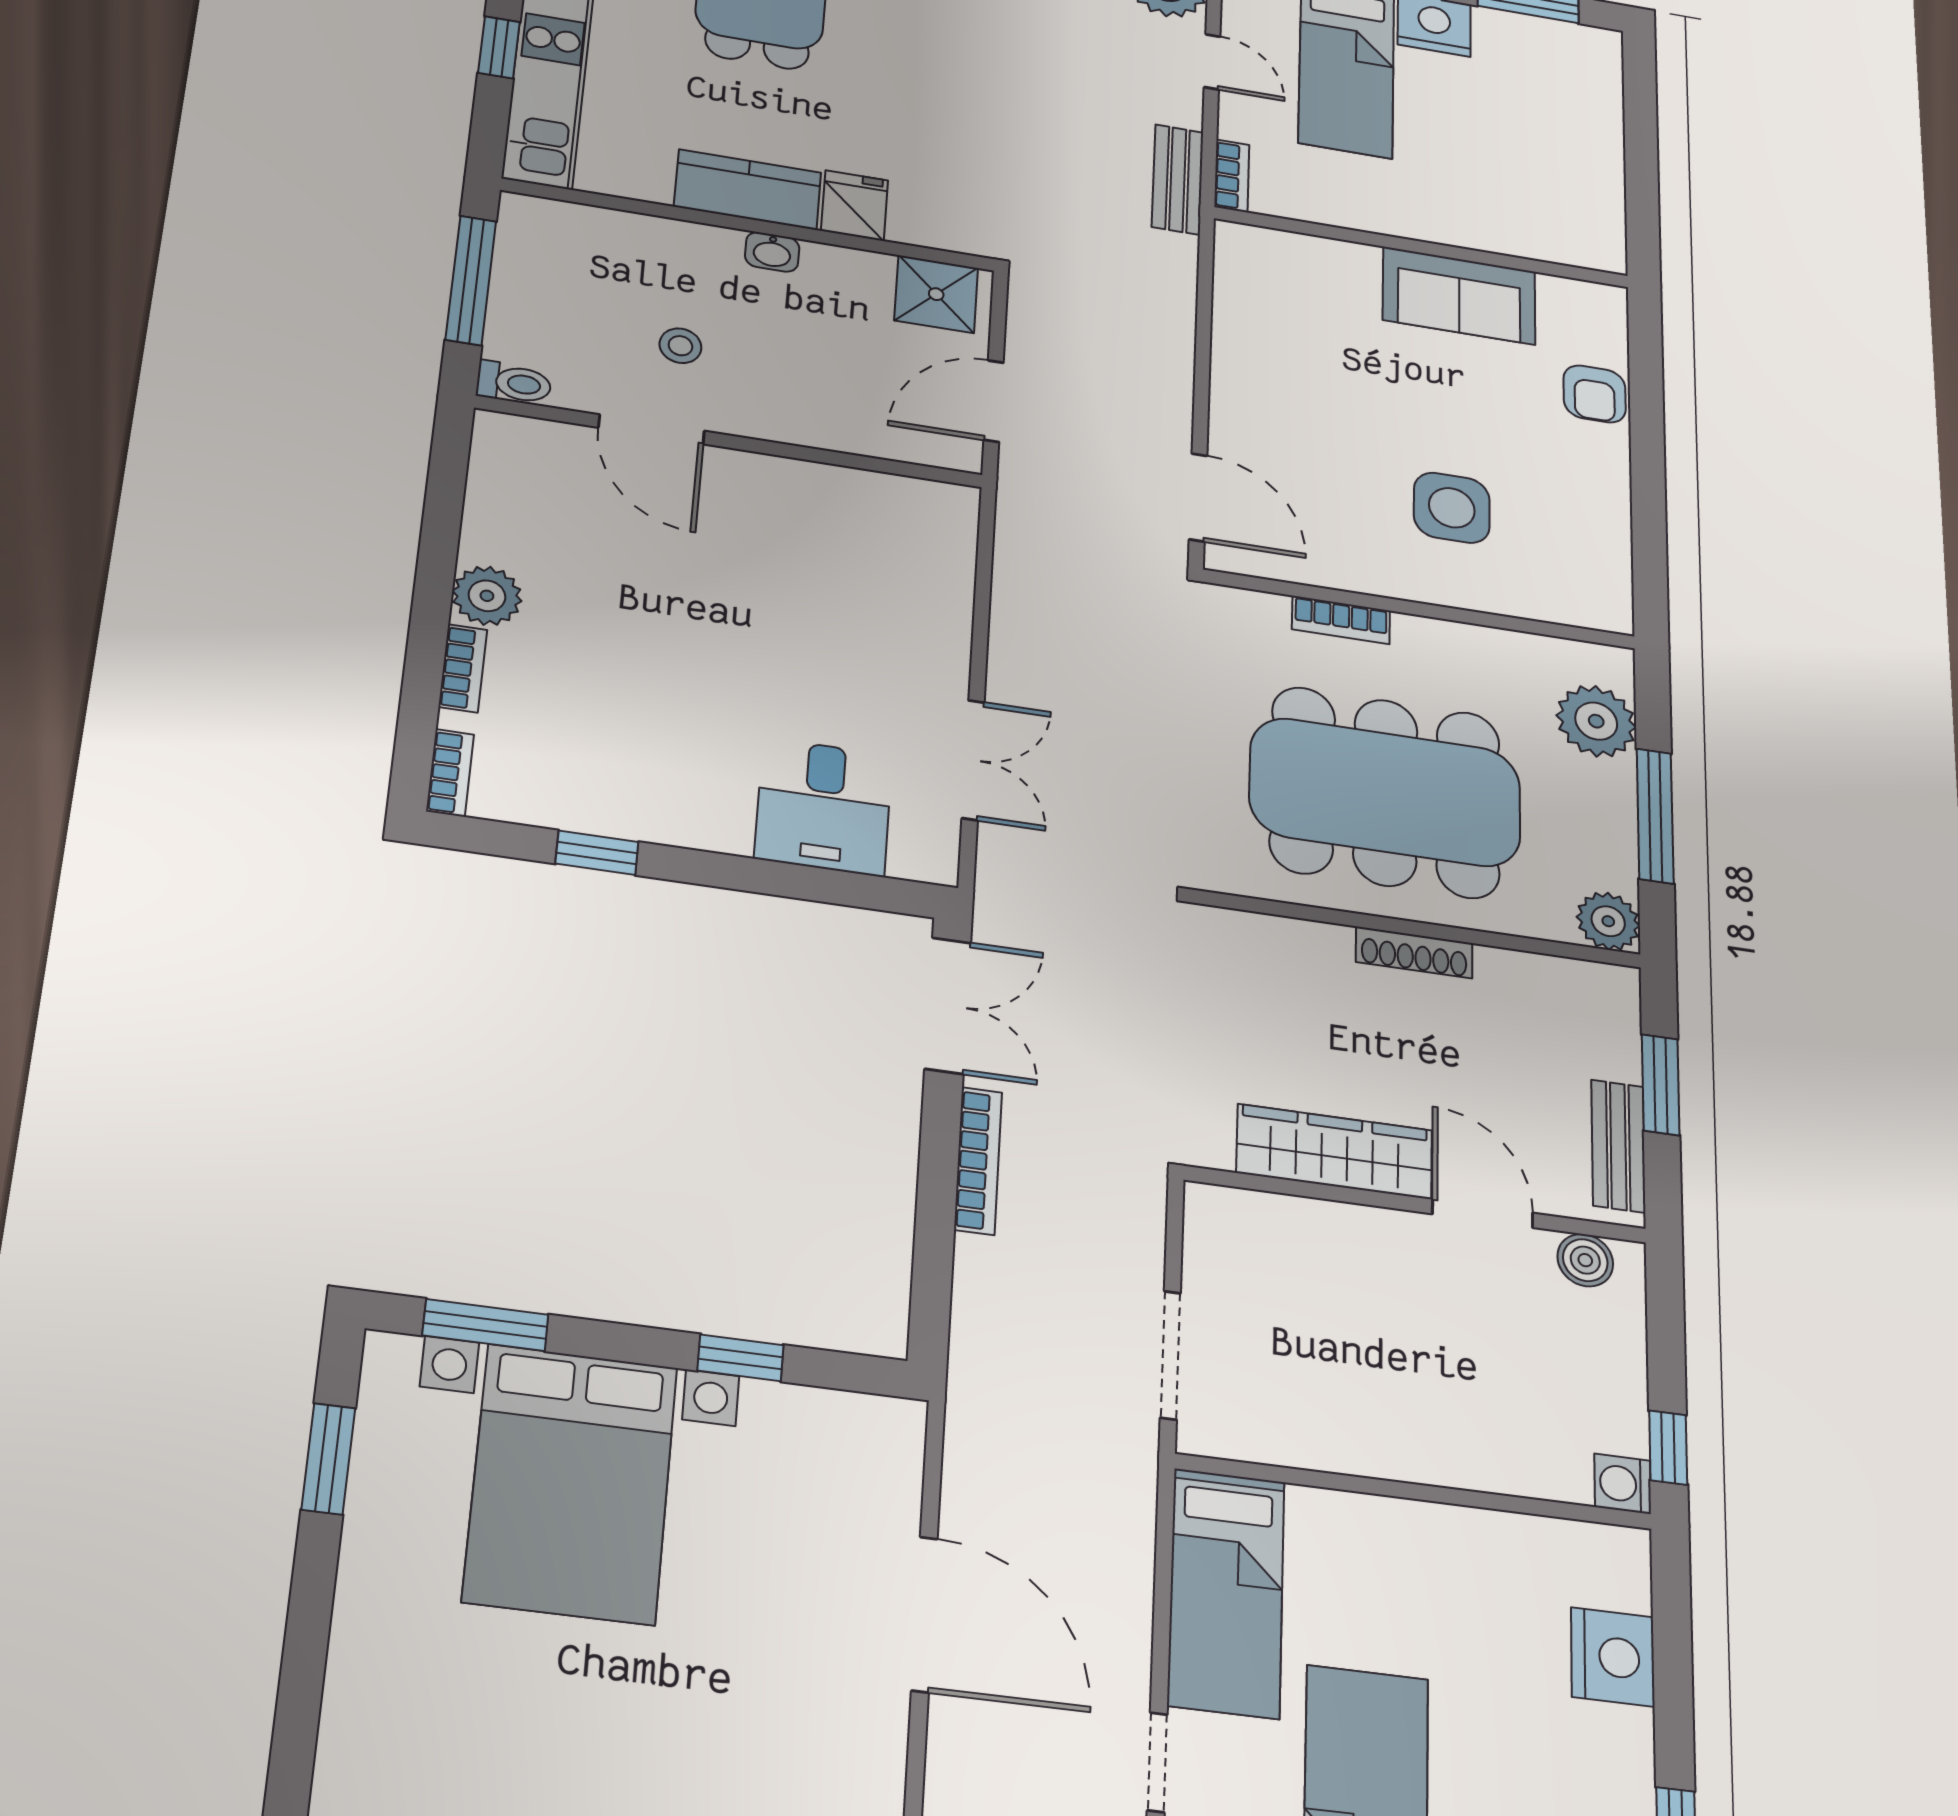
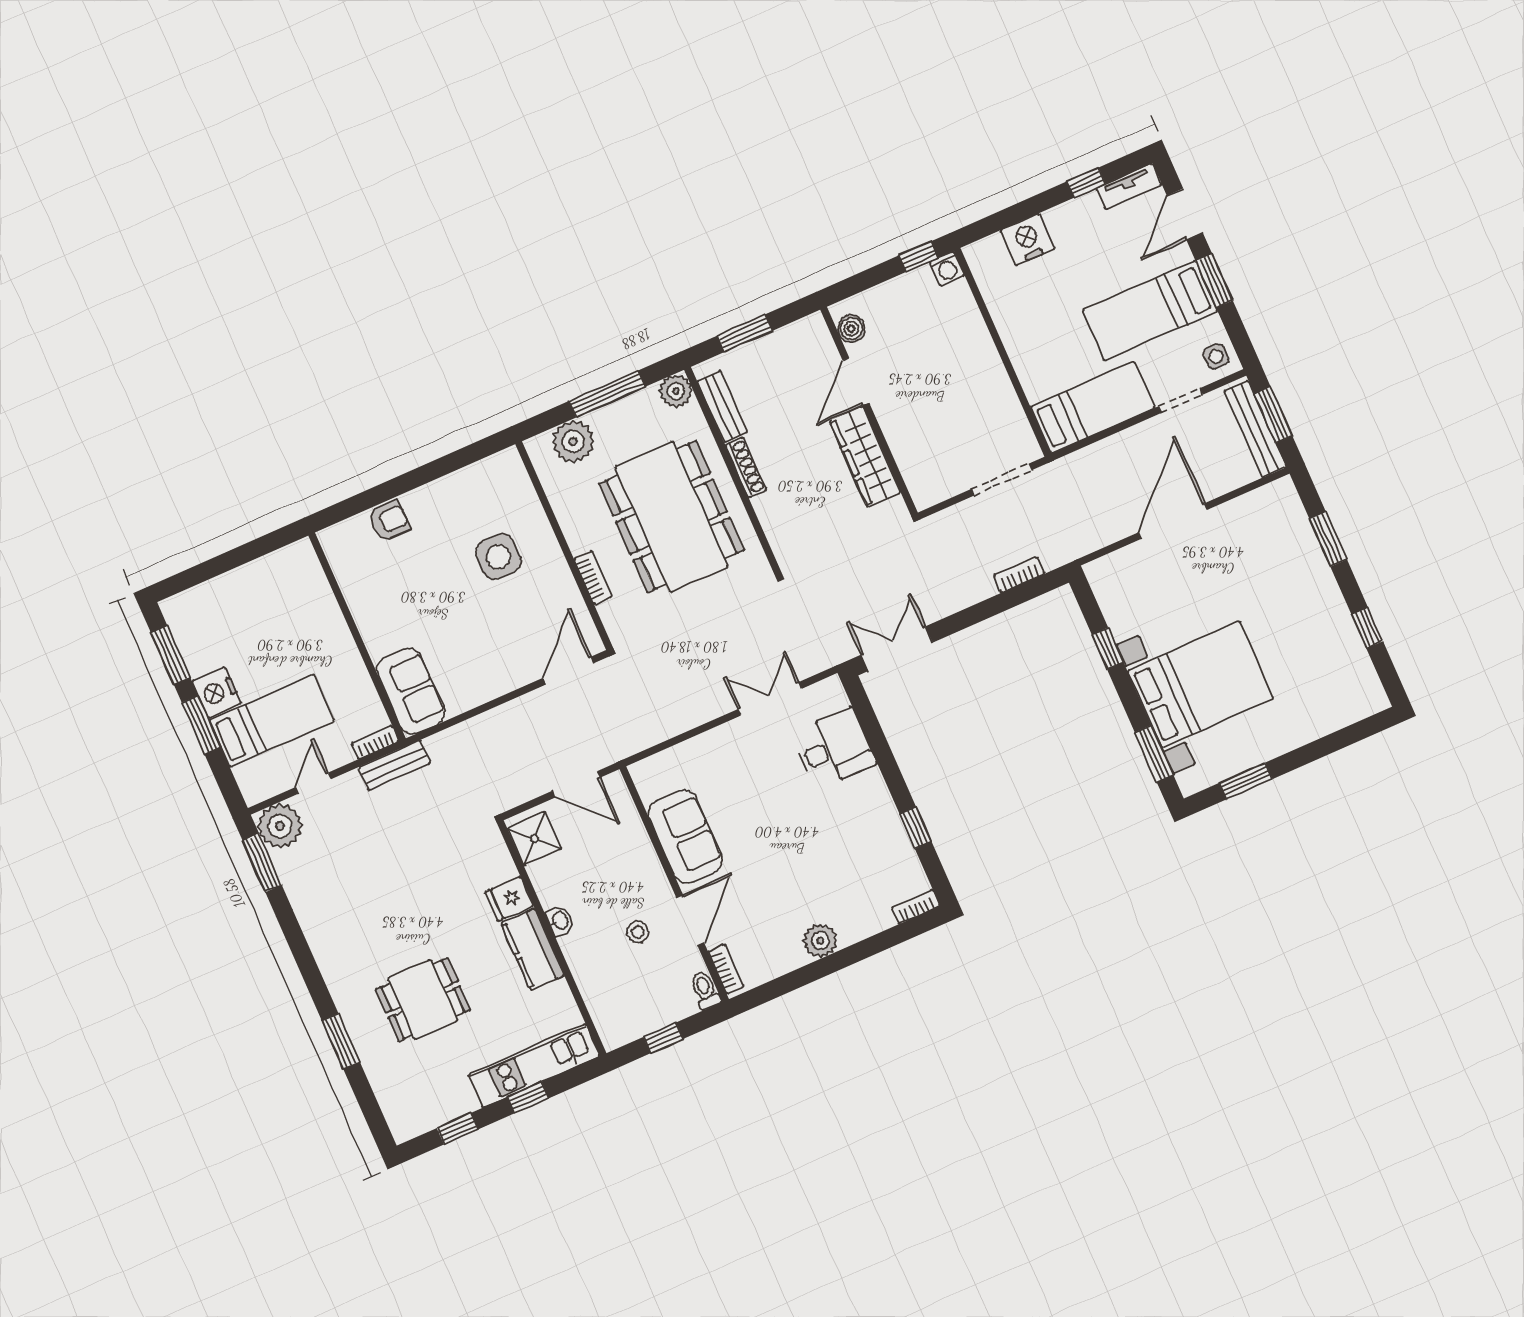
window: (471, 280) -> (663, 1038), width x0.46
sofa: (1459, 296) -> (411, 691), moved
sofa: (804, 503) -> (685, 837), added
bookcase: (463, 668) -> (726, 969), moved, turned 90
bench: (1618, 1146) -> (722, 407), moved, turned 90
bookcase: (978, 1161) -> (1019, 575), moved, width x0.64

